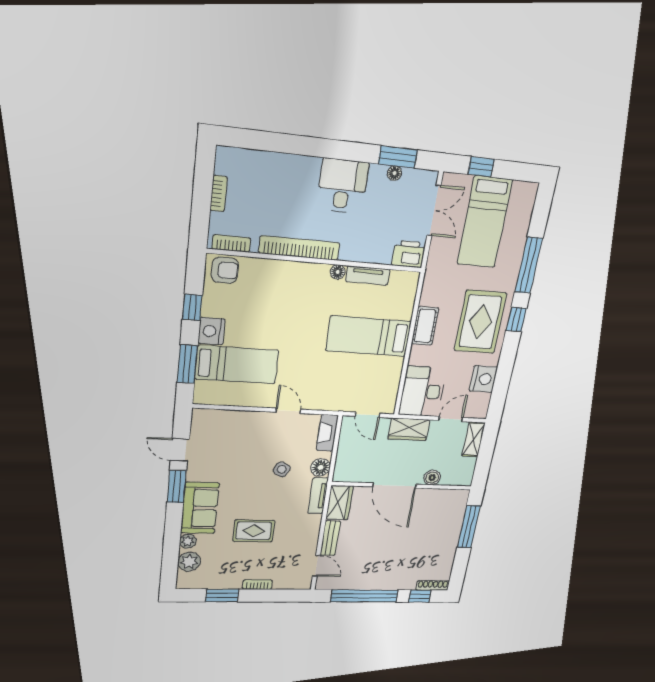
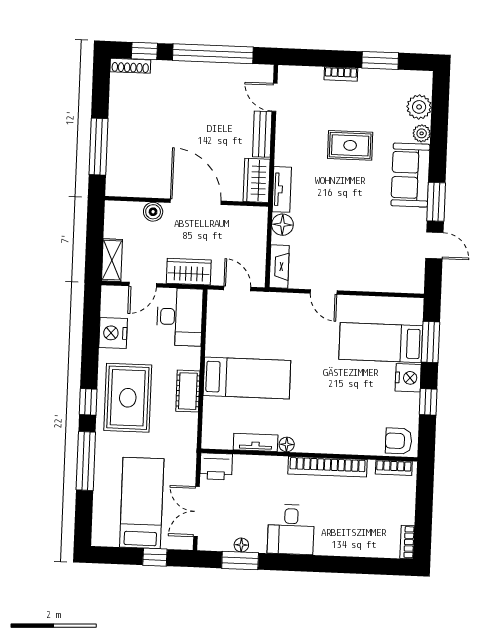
bookcase: (219, 194) -> (407, 542), moved
side table: (282, 469) -> (325, 222), removed

